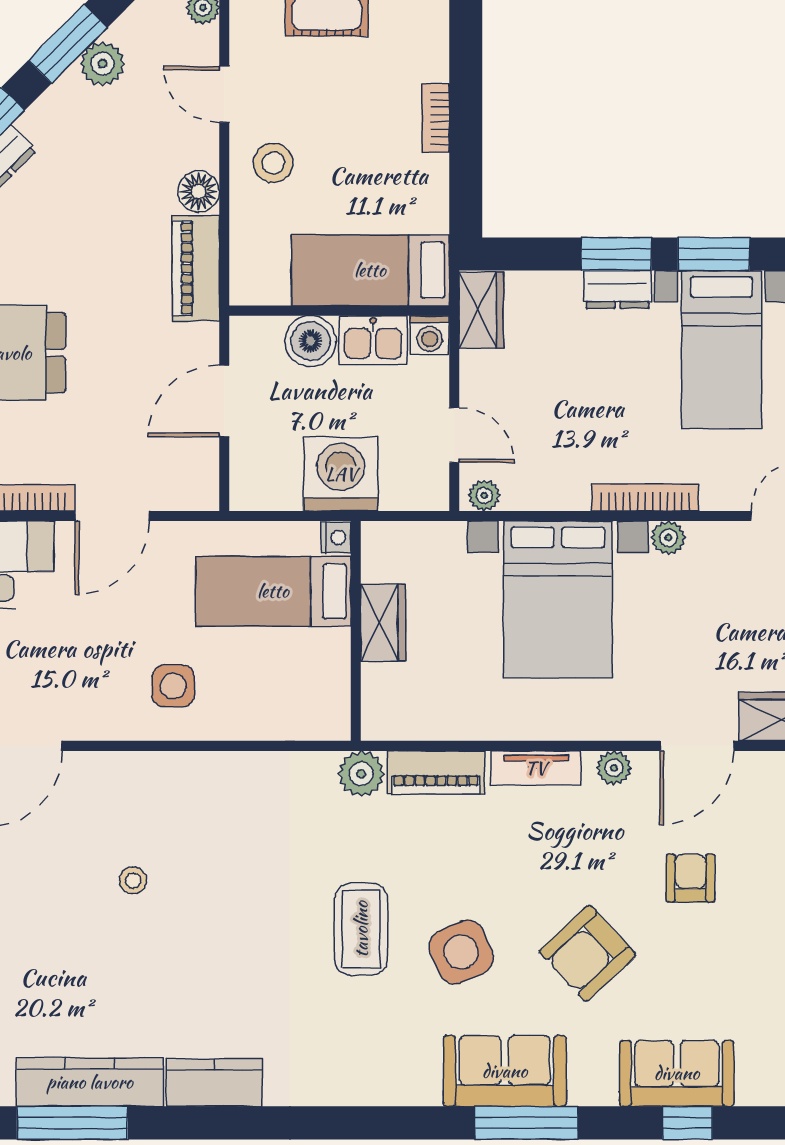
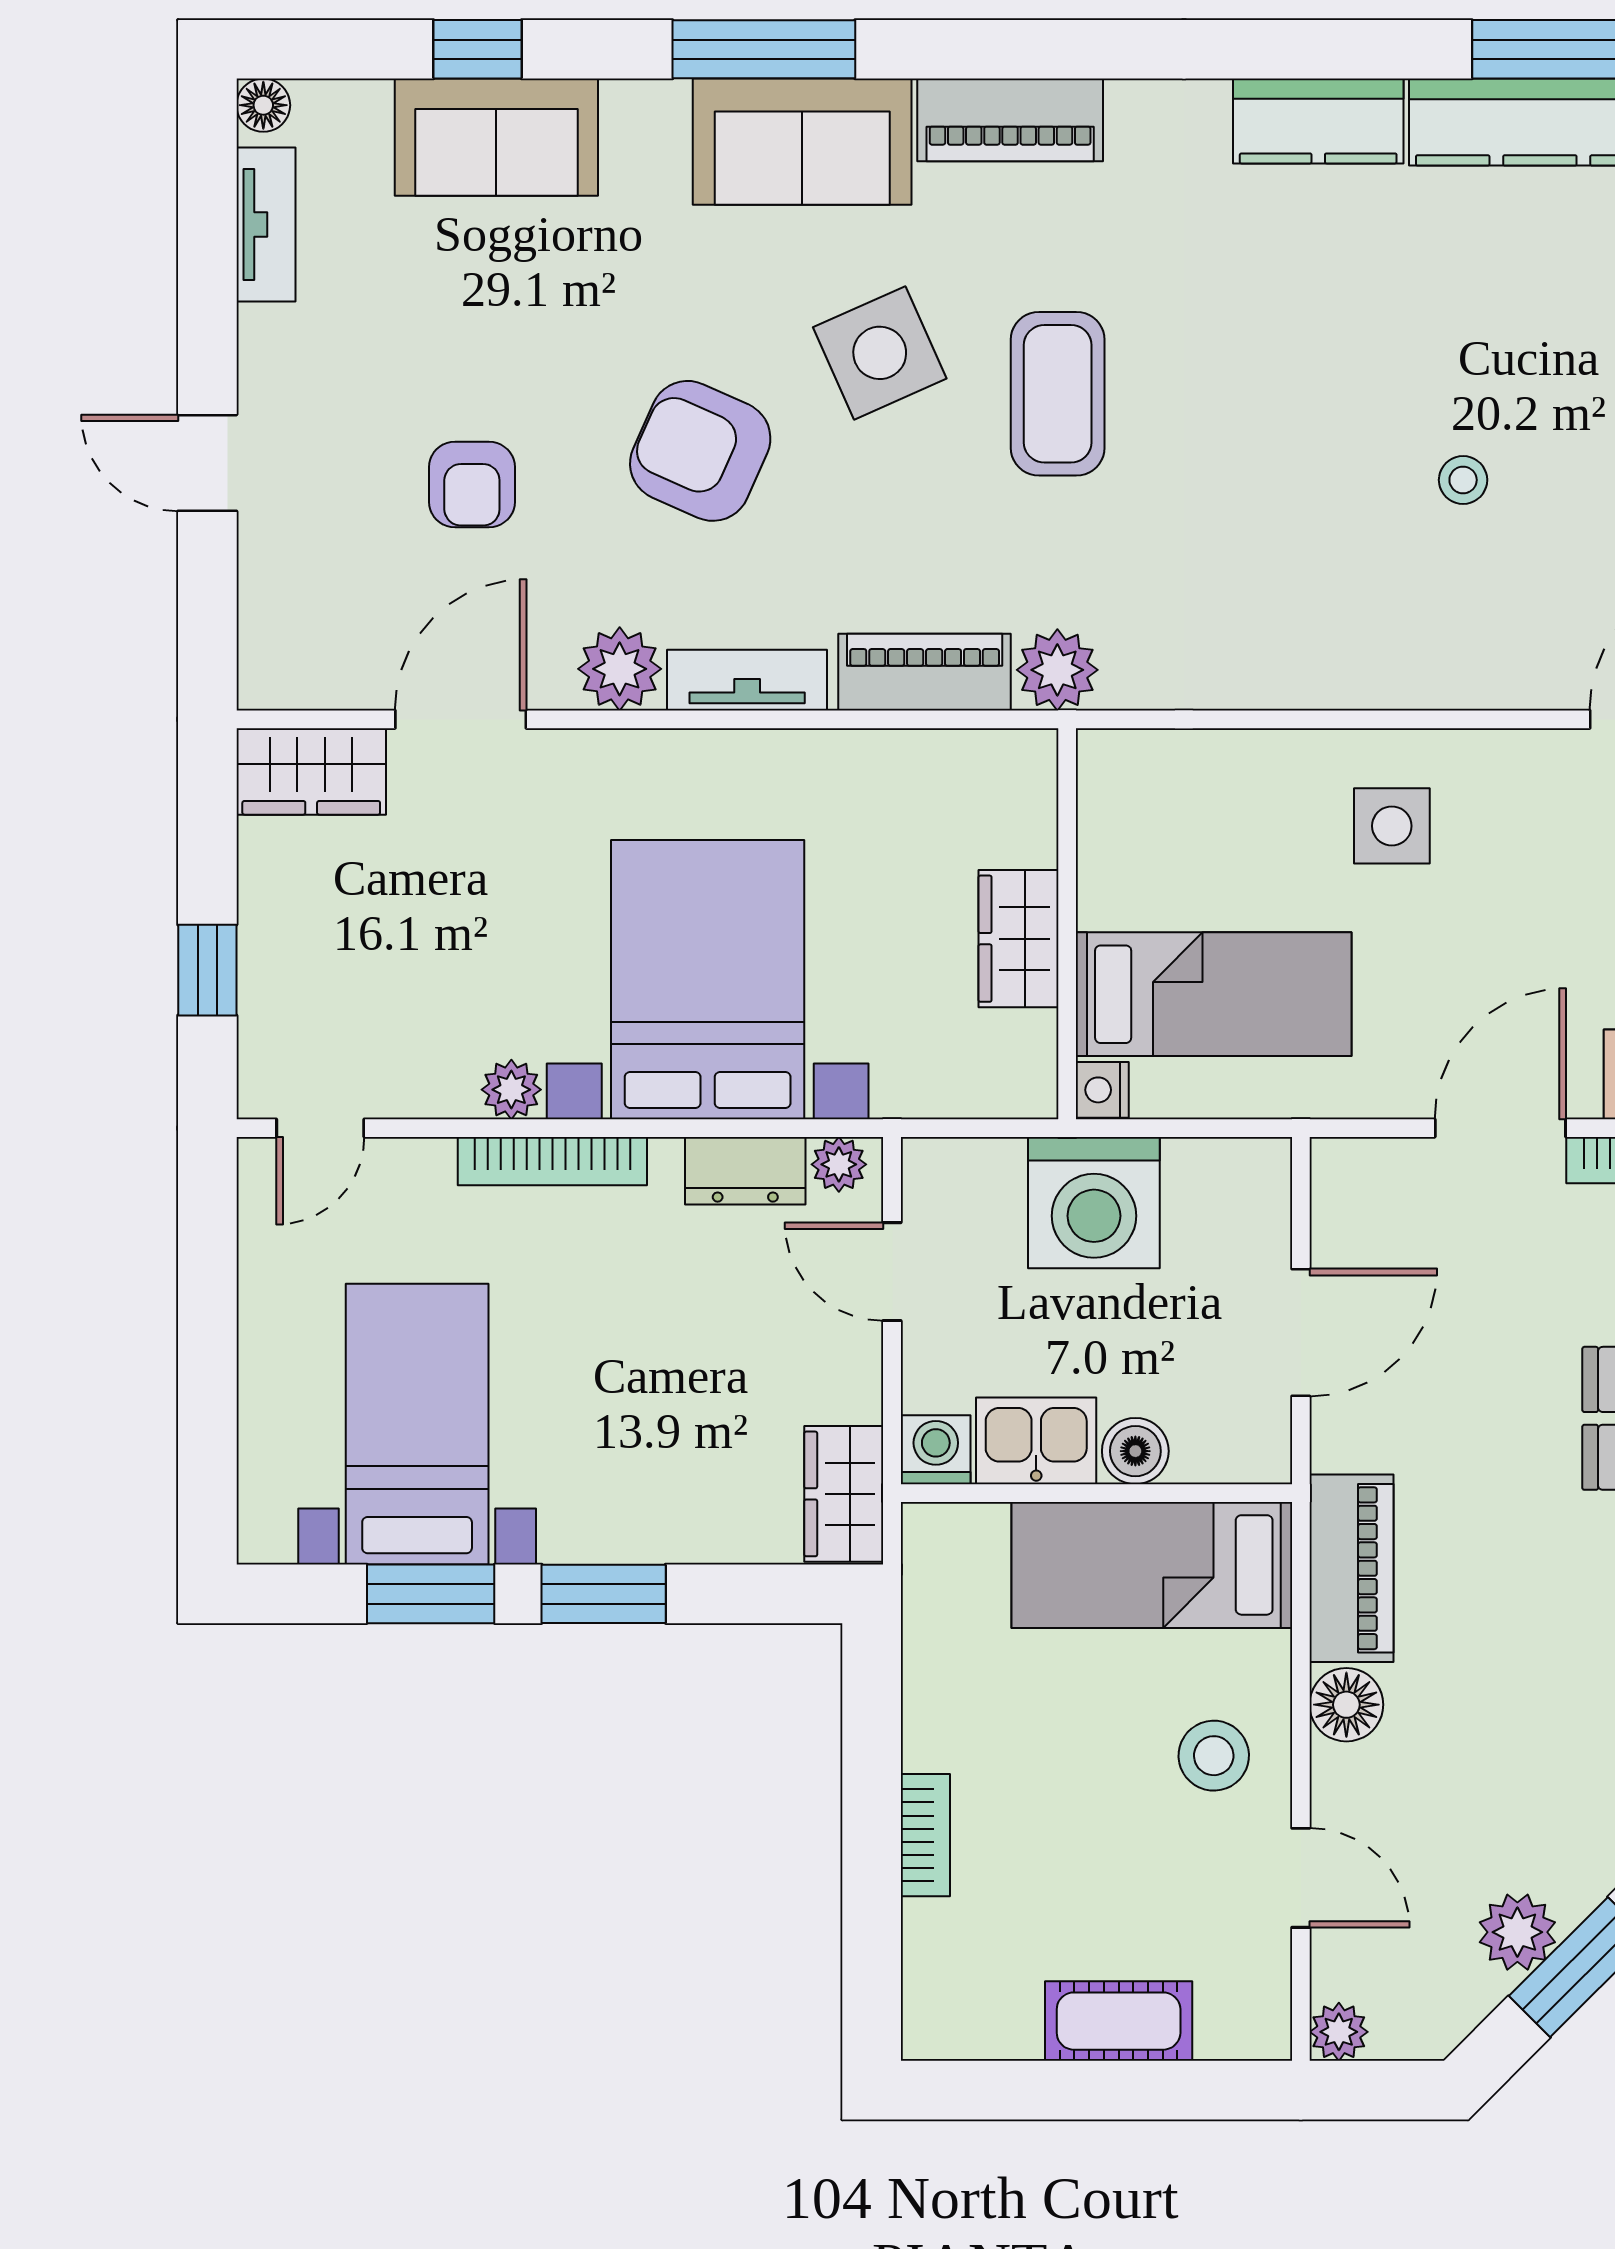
bed: (370, 270) -> (1152, 1565), moved, turned 180
dresser: (618, 289) -> (745, 1171), moved, turned 180
boiler: (311, 341) -> (1135, 1451), width x0.73, depth x0.73
plant: (614, 768) -> (620, 669), width x1.38, depth x1.38
armchair: (588, 953) -> (700, 451), moved, turned -113
piano: (388, 1083) -> (1010, 120), added

